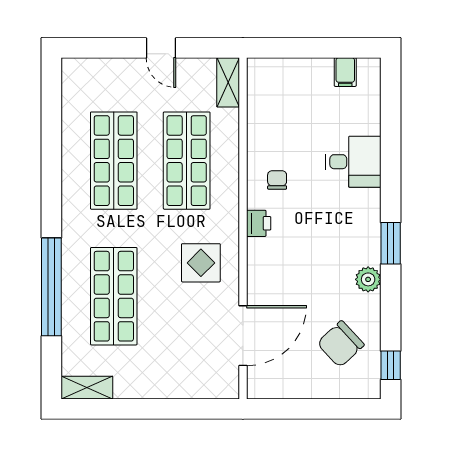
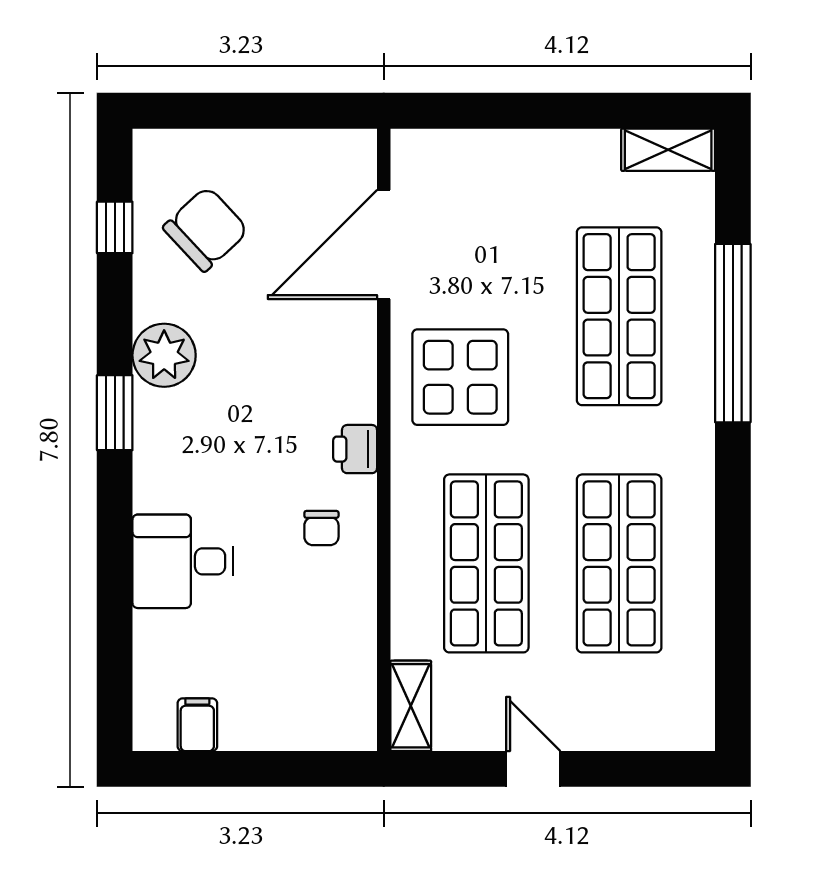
display table: (201, 263) -> (460, 377), width x1.36, depth x1.36
plant: (368, 279) -> (164, 355), width x1.36, depth x1.36
window: (391, 365) -> (115, 227), moved

